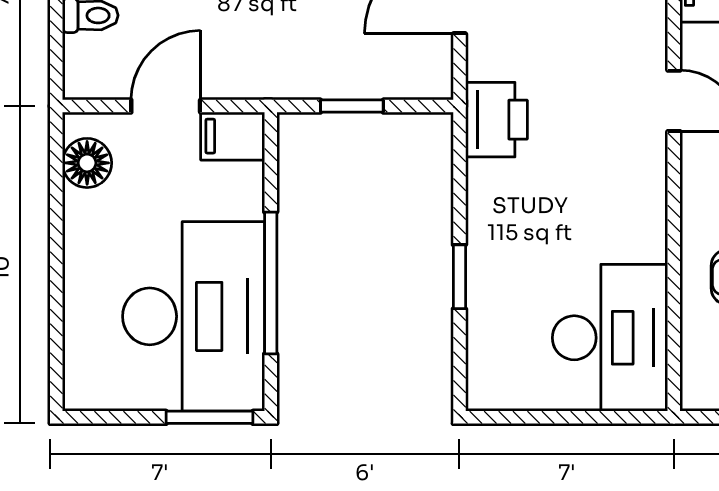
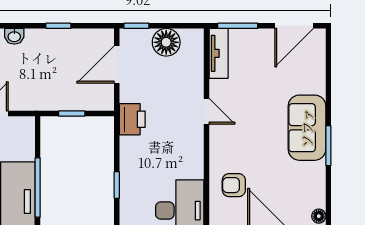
filing cabinet: (233, 136) -> (22, 126), removed

